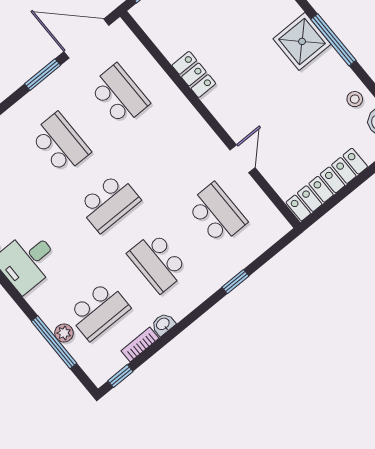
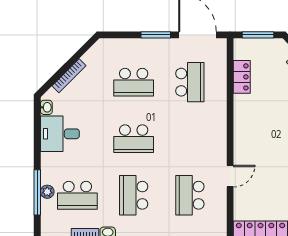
locker: (194, 74) -> (242, 77), moved
school desk: (60, 143) -> (134, 82), turned 90
school desk: (217, 214) -> (190, 195), turned 180

